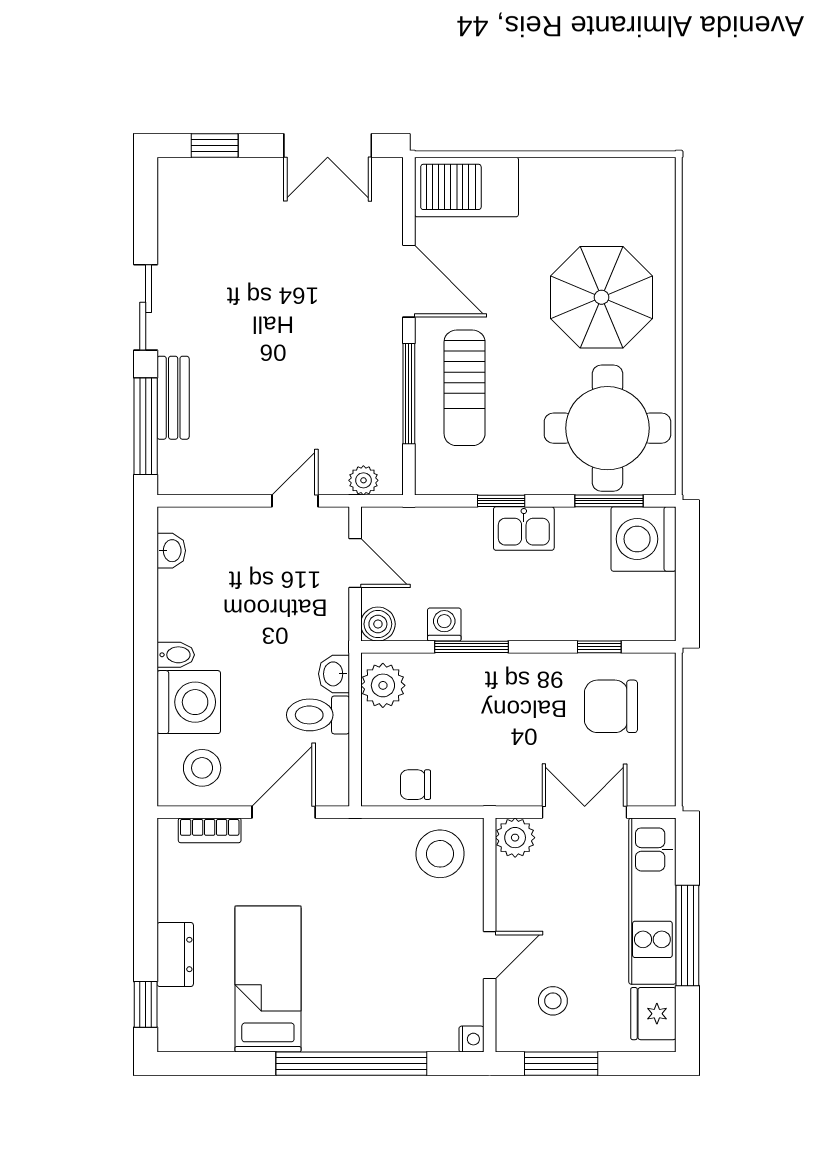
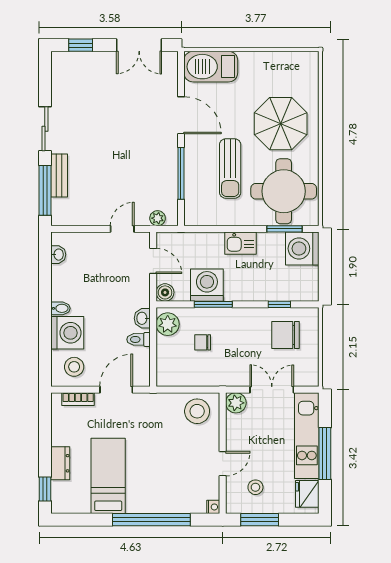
sun lounger: (465, 388) -> (230, 169), moved
window: (501, 501) -> (229, 229), removed
washing machine: (444, 624) -> (207, 285), width x1.89, depth x1.89
toilet: (318, 715) -> (139, 339), width x0.73, depth x0.72
chair: (416, 785) -> (203, 342), moved

